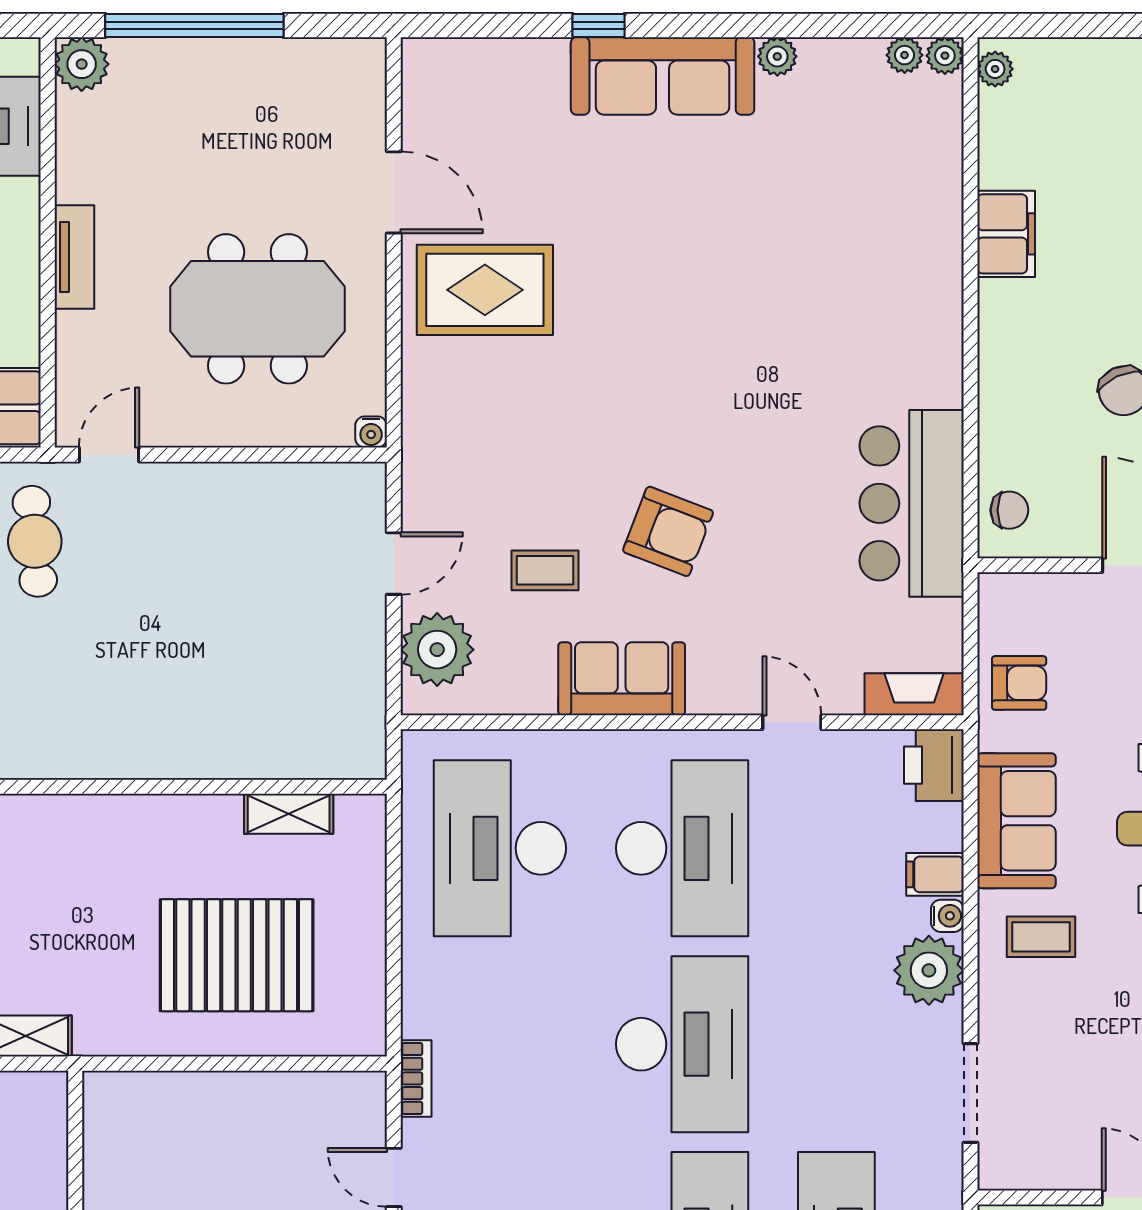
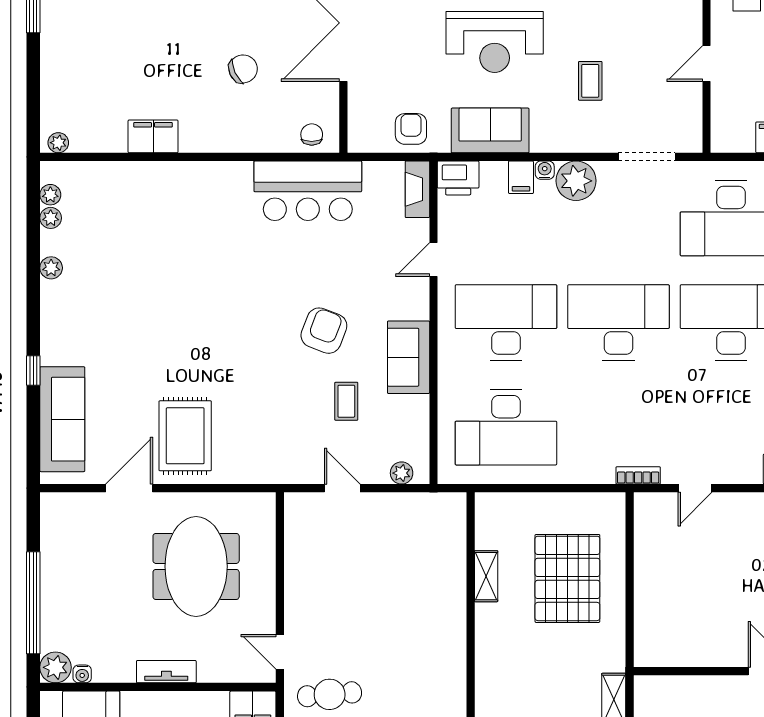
plant: (945, 56) -> (51, 218), moved
sofa: (663, 76) -> (62, 419), moved
water cooler: (371, 432) -> (82, 674), moved, turned 90
plant: (437, 650) -> (402, 473), width x0.53, depth x0.53
shelving: (289, 814) -> (486, 576), moved
coffee table: (1041, 937) -> (590, 81), moved

